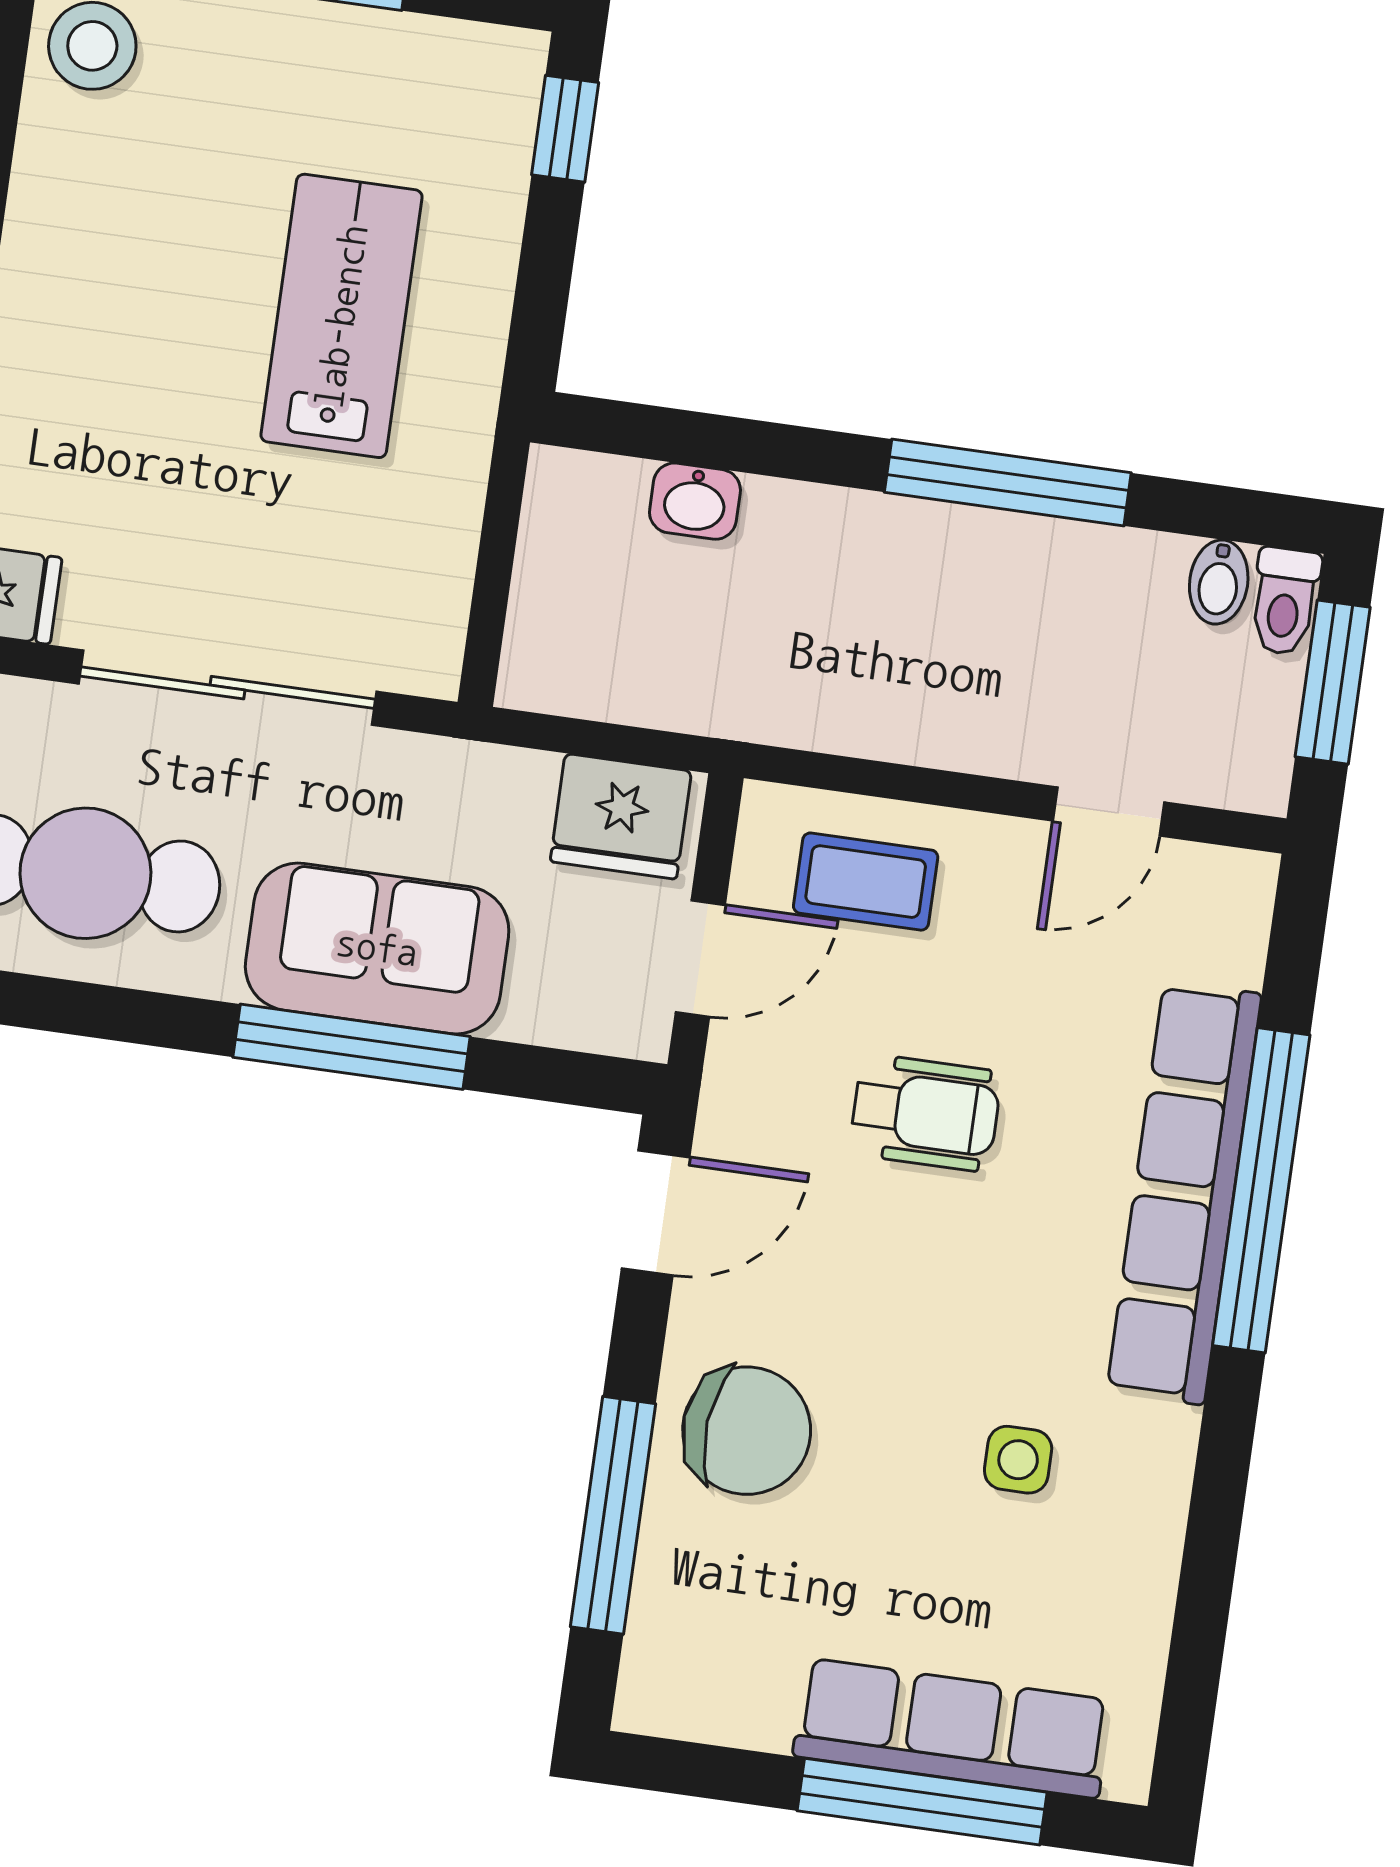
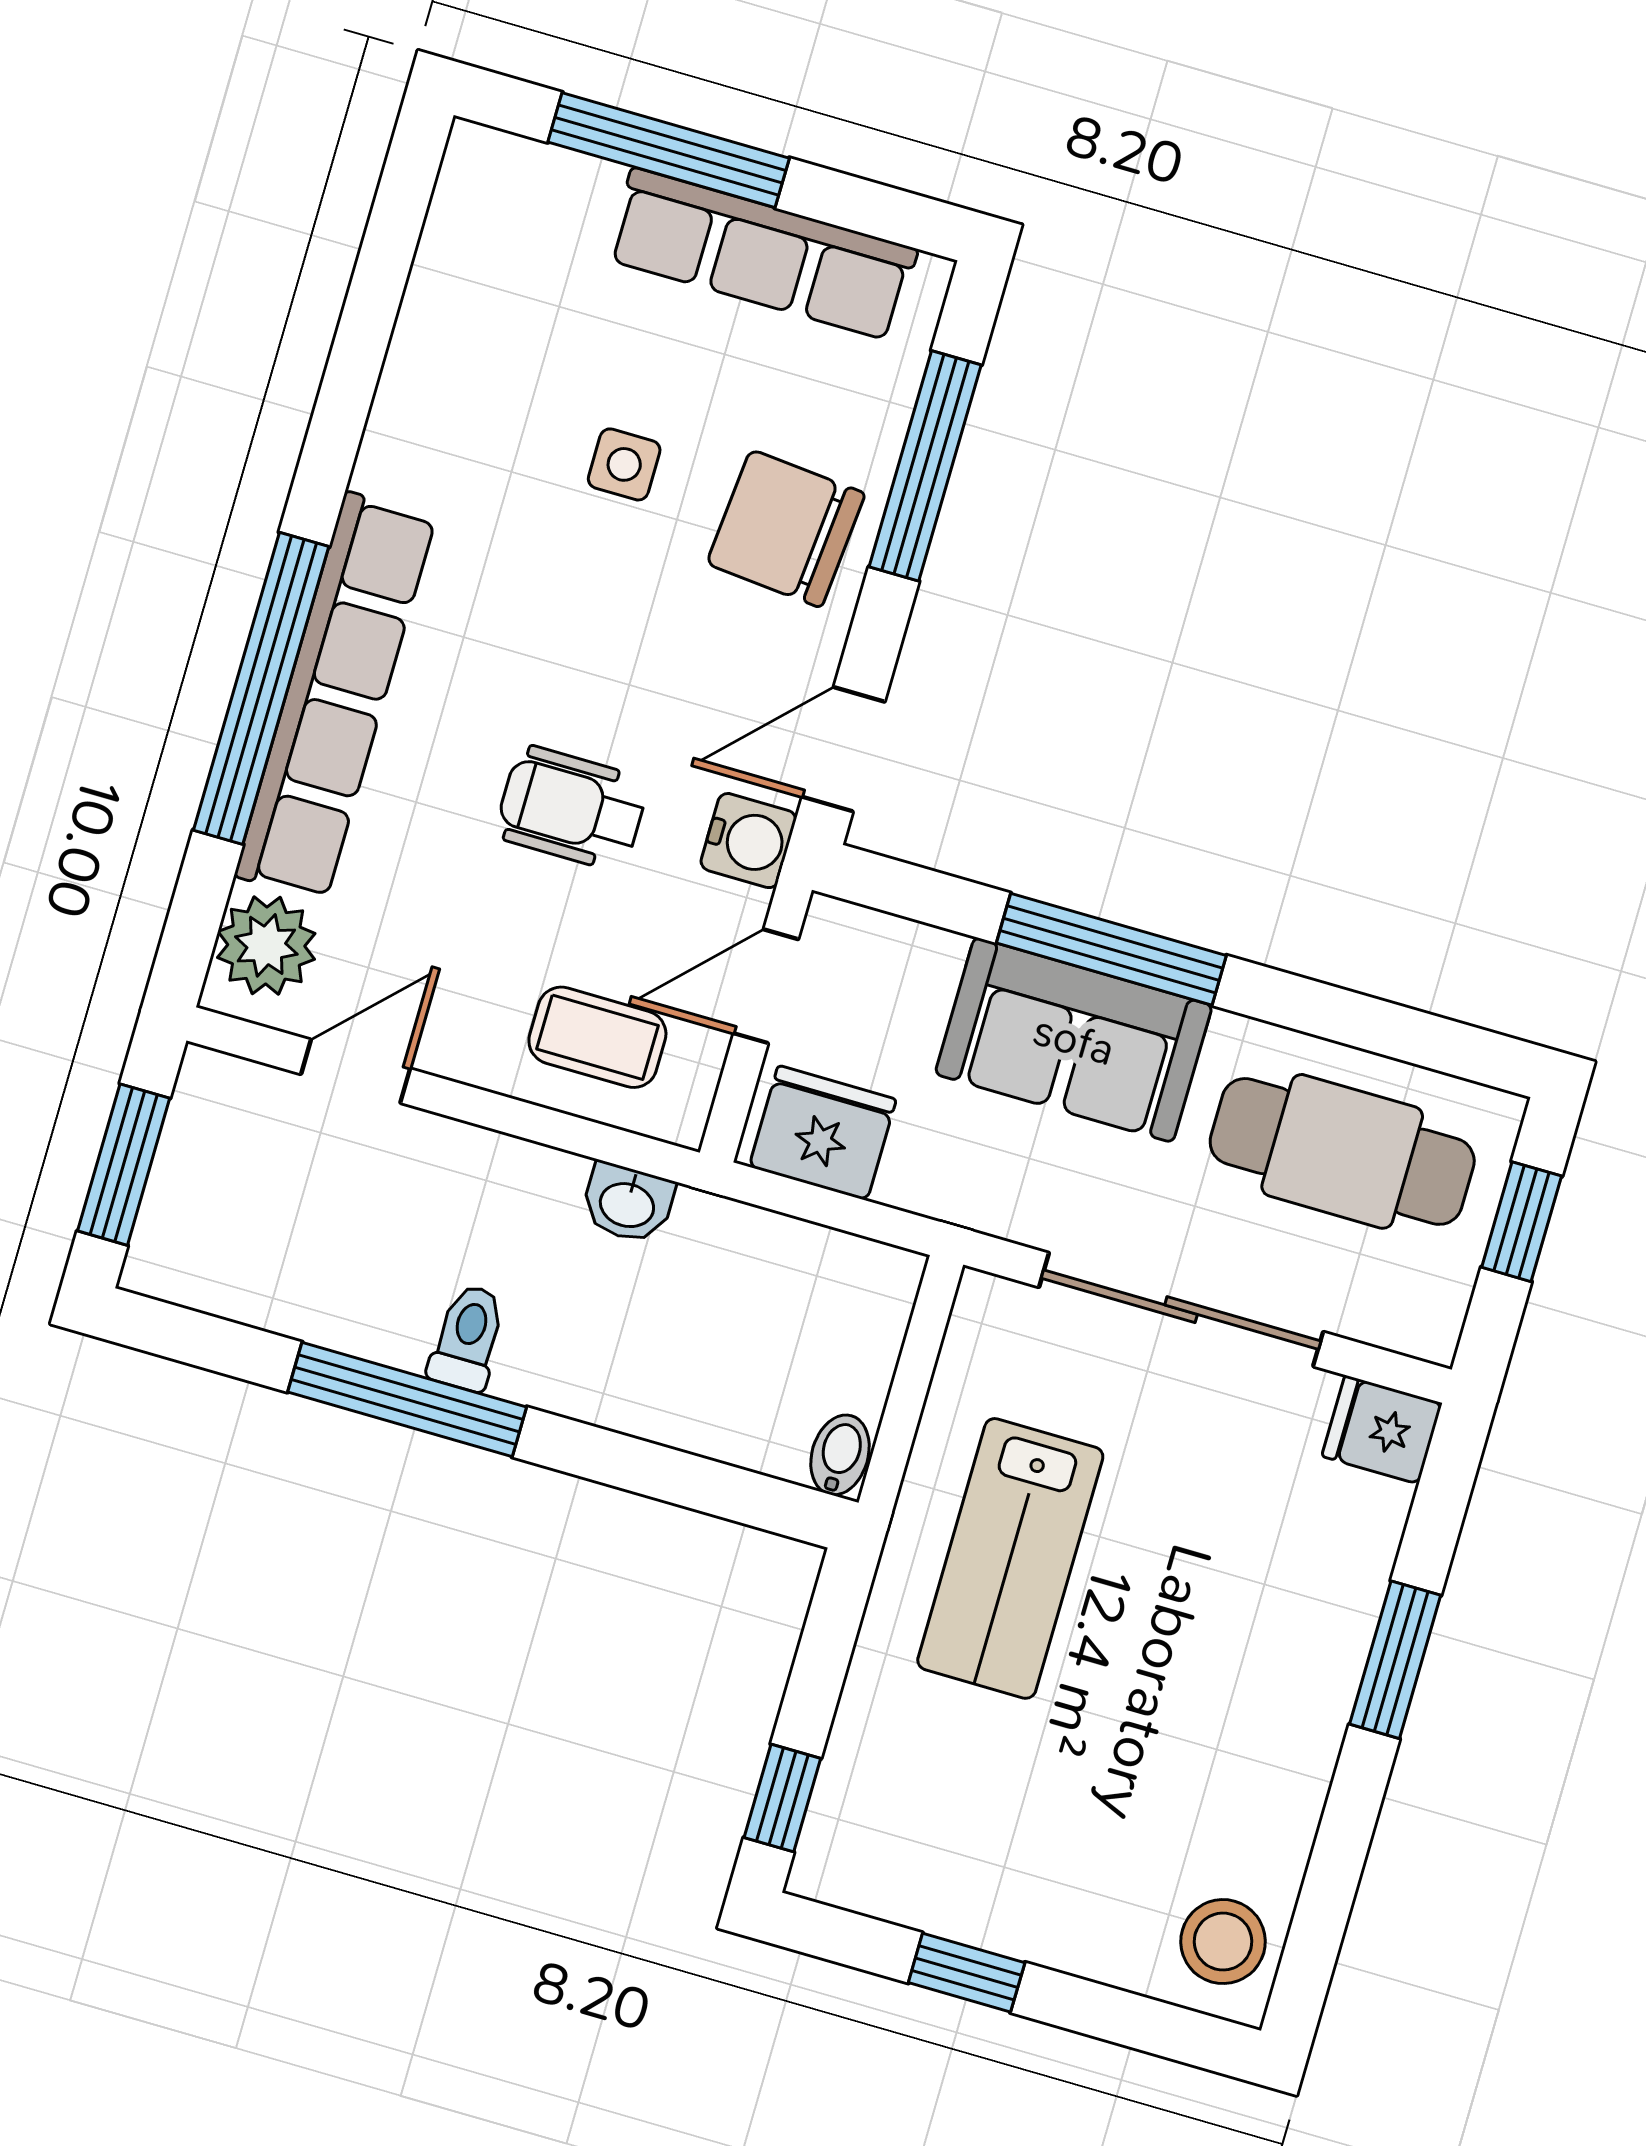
lab bench: (342, 316) -> (1010, 1558), moved
washbasin: (695, 501) -> (628, 1203), moved, turned 180
bidet: (1219, 582) -> (840, 1455), moved
toilet: (1285, 601) -> (468, 1338), moved
plant: (1219, 927) -> (266, 945), added
water cooler: (740, 1105) -> (748, 841), added
side table: (1018, 1460) -> (624, 464), moved
row of seats: (952, 1728) -> (762, 254), moved

